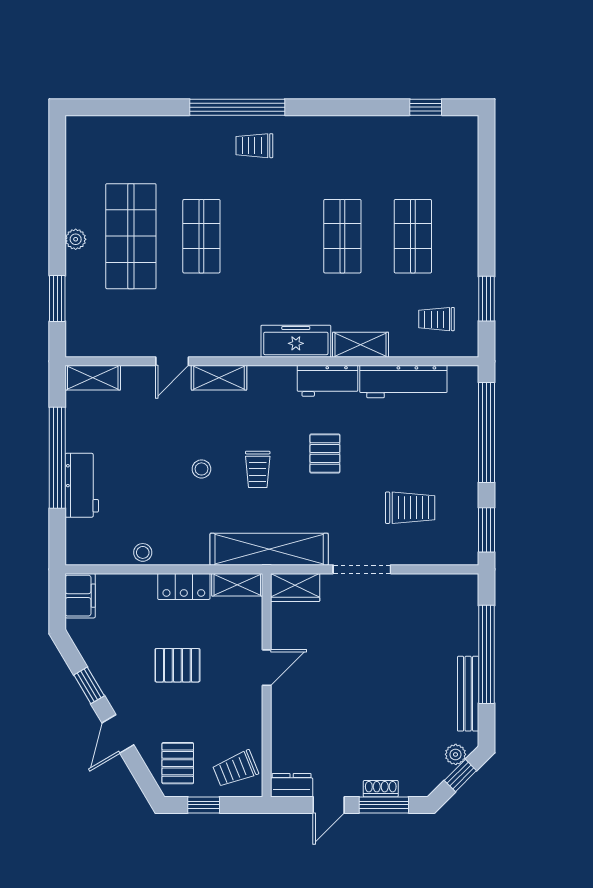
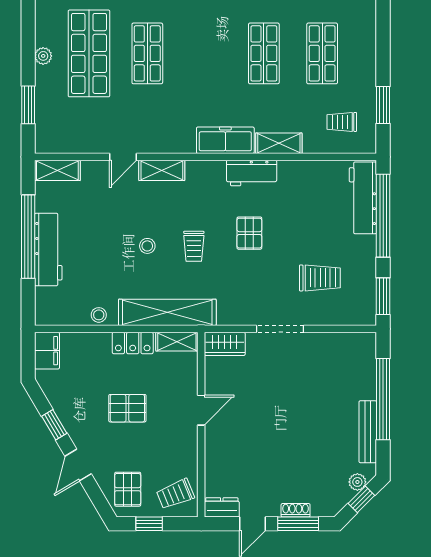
workbench: (403, 382) -> (363, 198), moved, turned 90
workbench: (82, 485) -> (48, 249), width x1.38
shelving: (269, 549) -> (167, 312), moved

